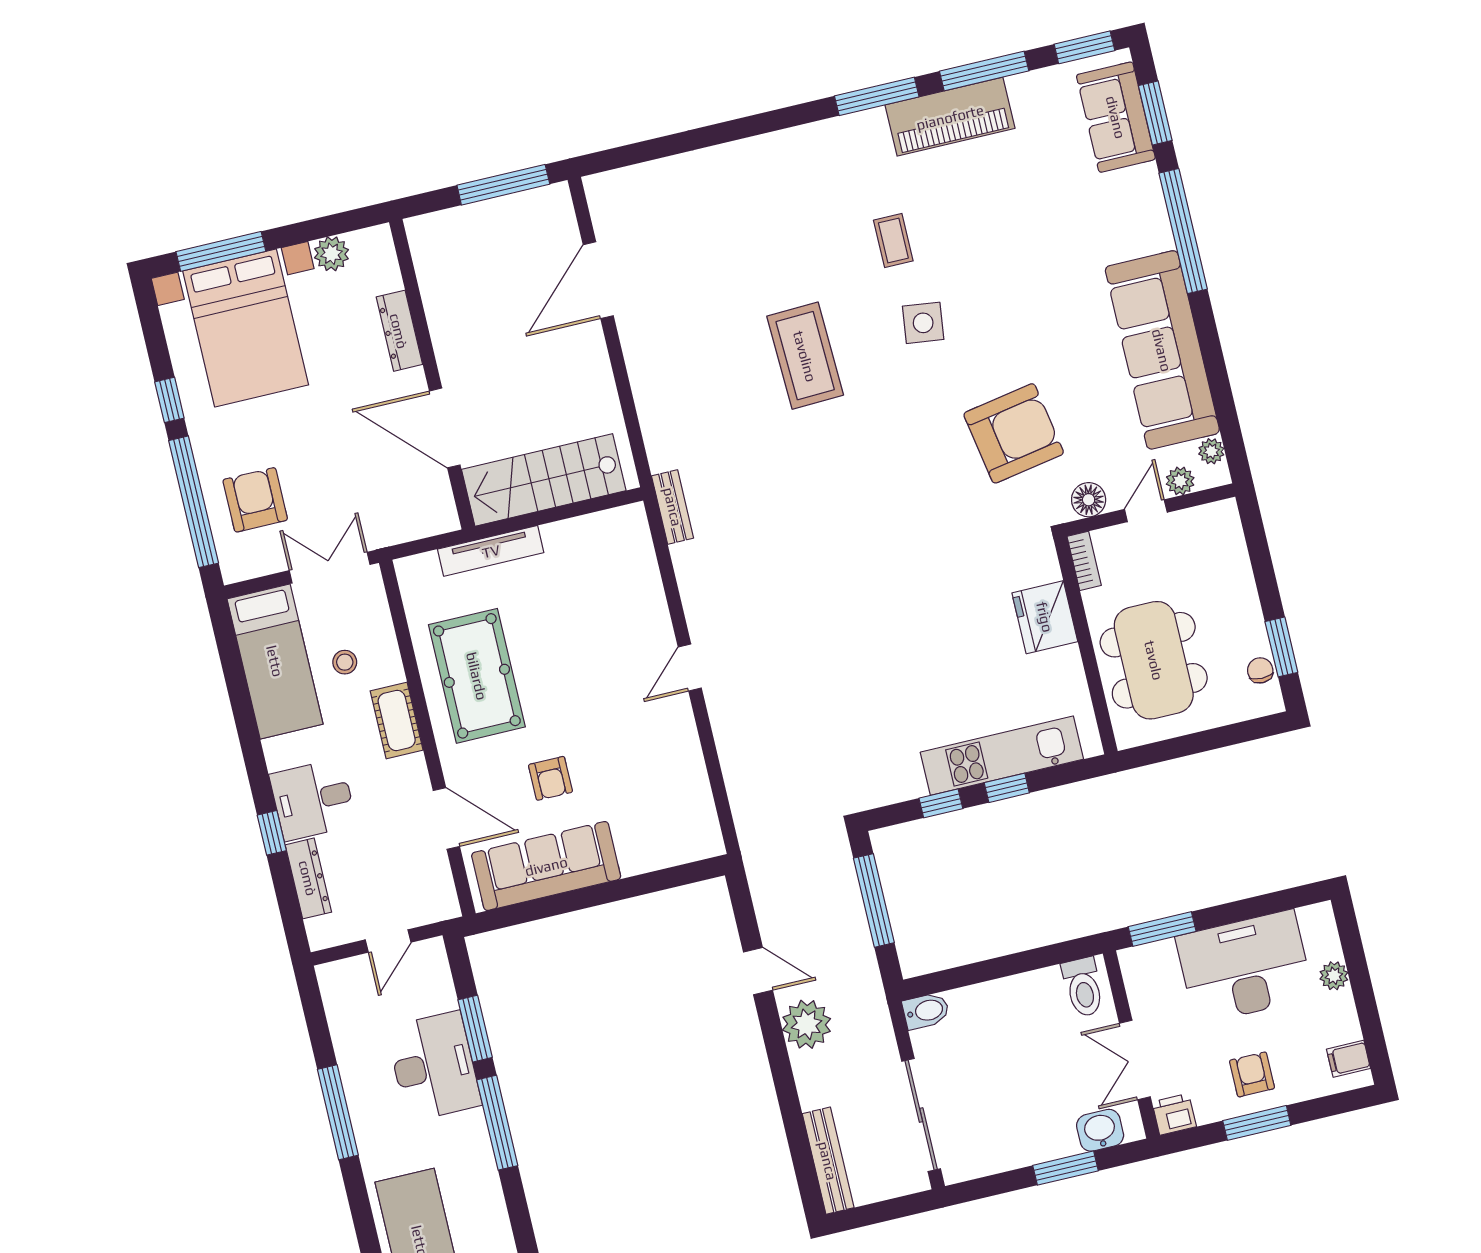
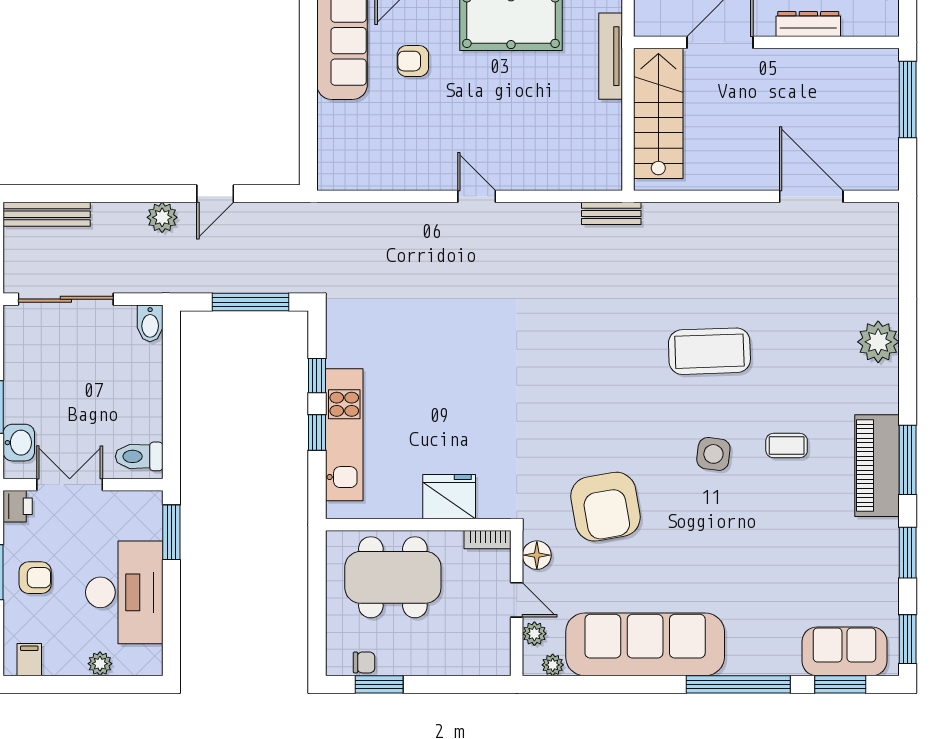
window: (984, 71) -> (908, 553), width x0.69
piano: (950, 117) -> (877, 466), moved
plant: (748, 163) -> (878, 342), added
window: (503, 185) -> (908, 100), moved
plant: (807, 1024) -> (162, 217), width x0.73, depth x0.73

